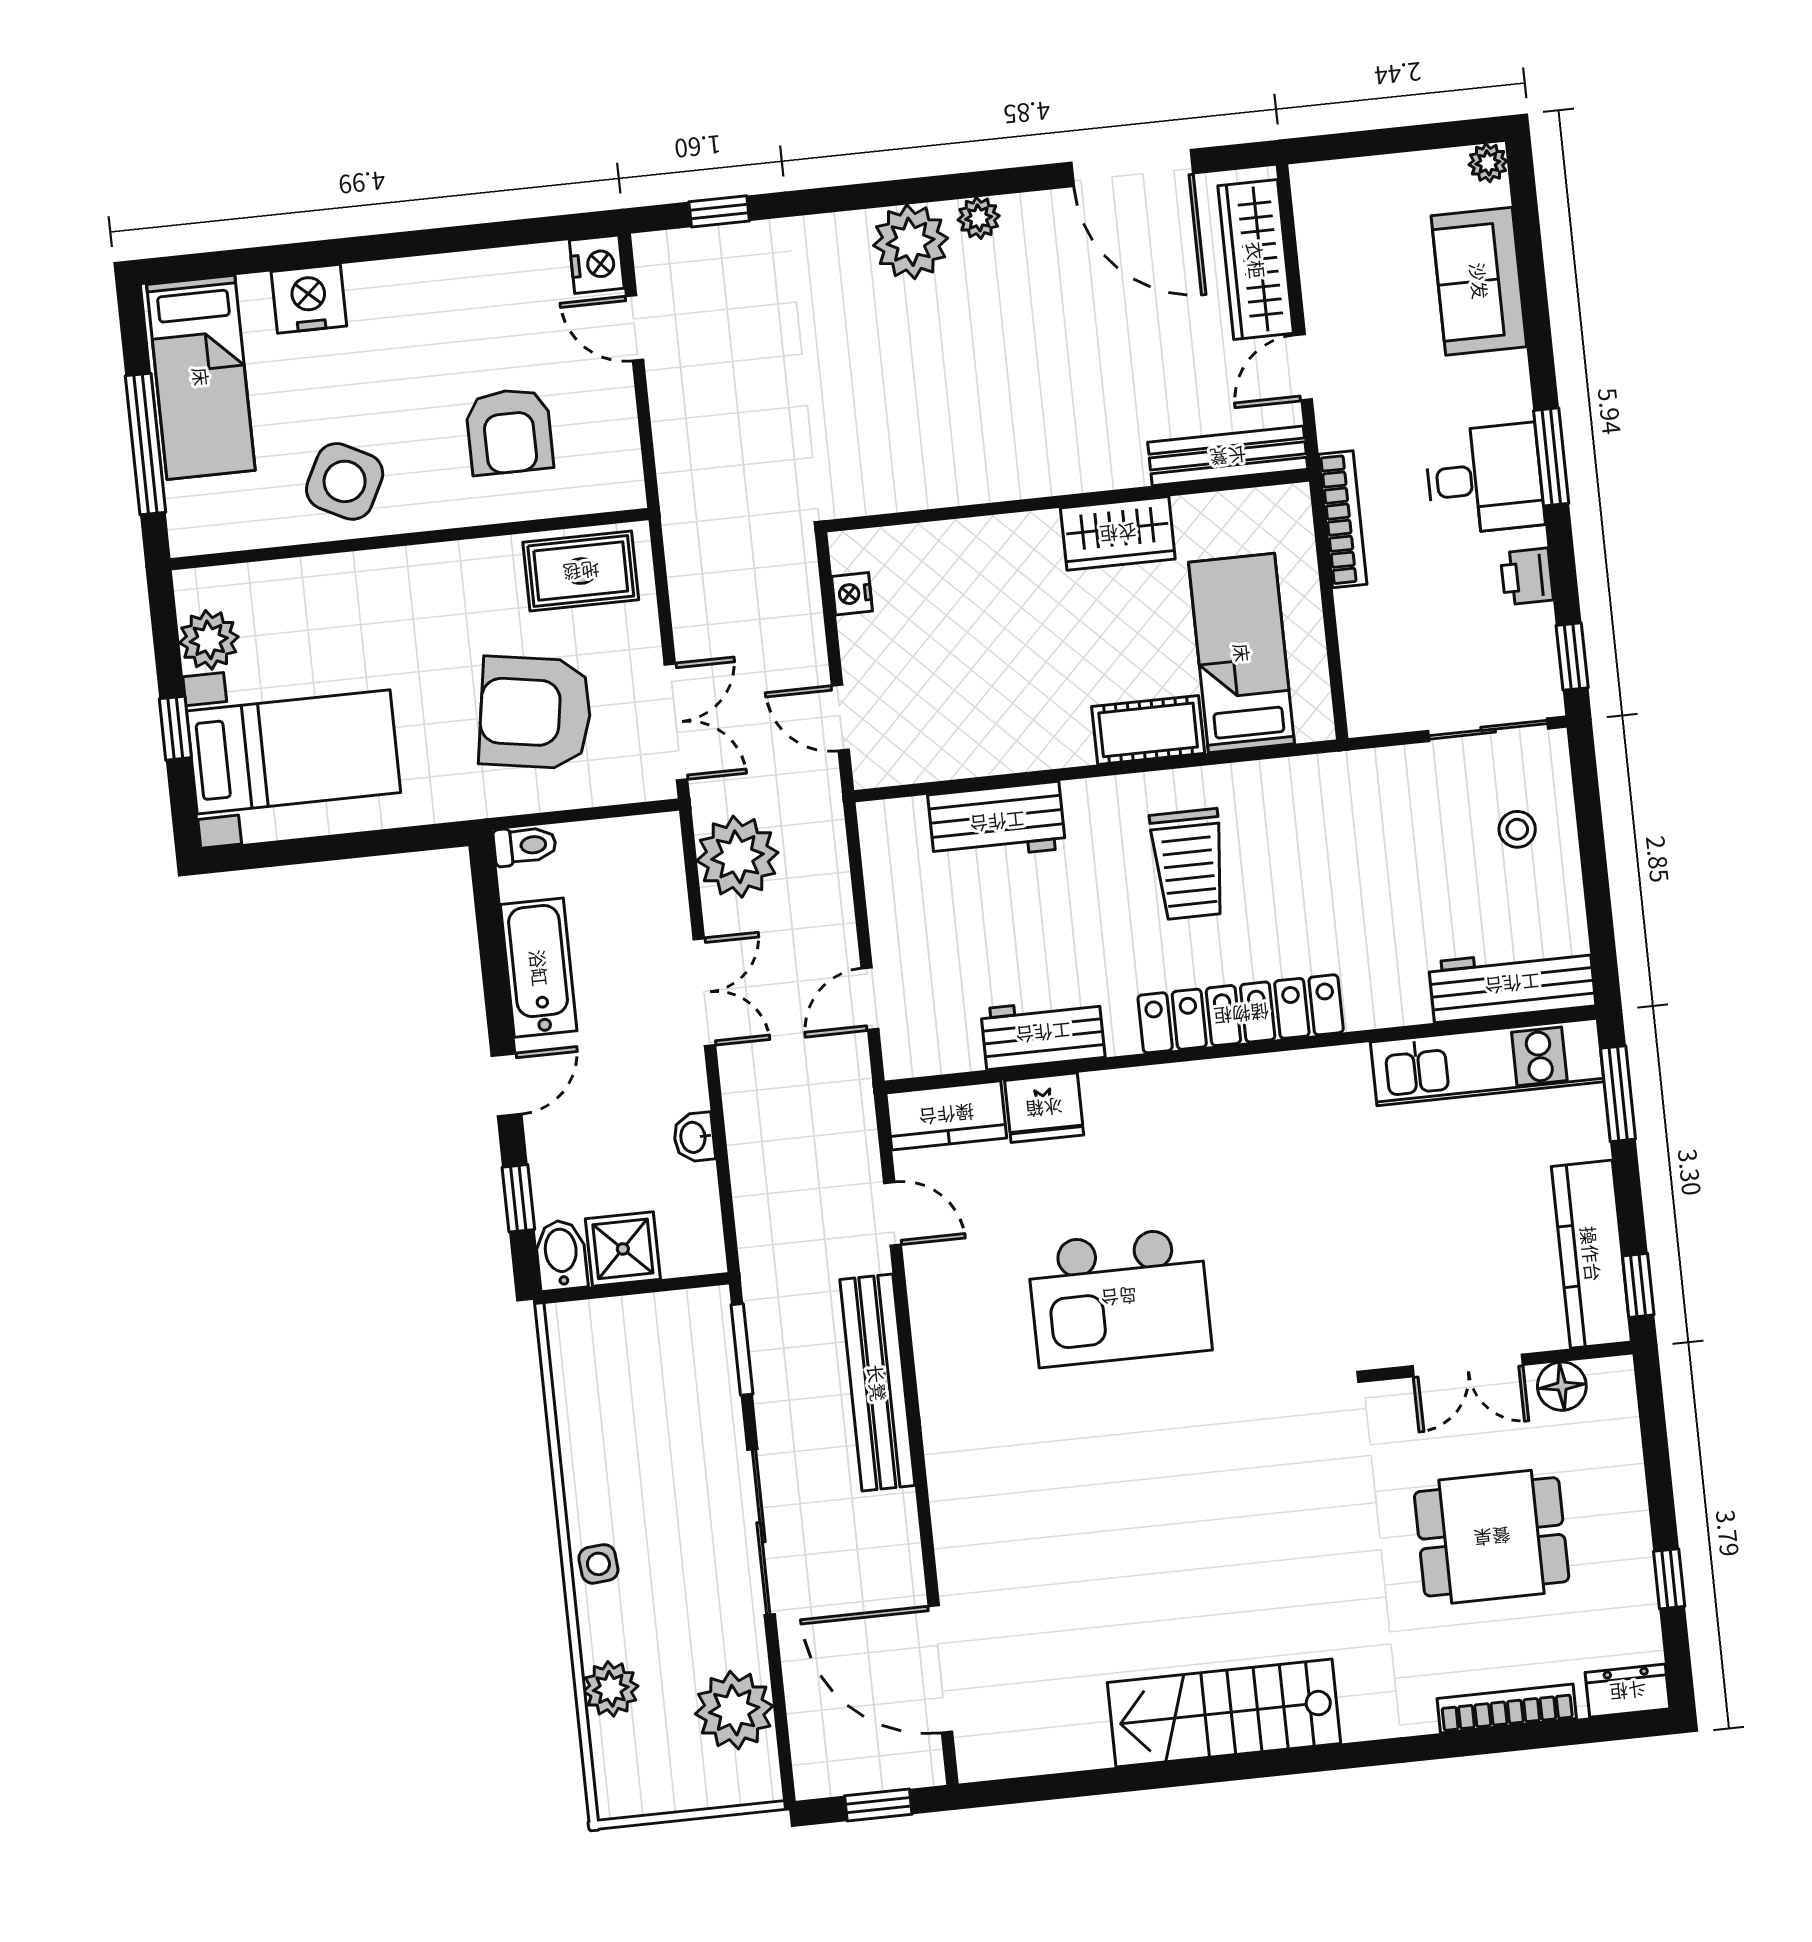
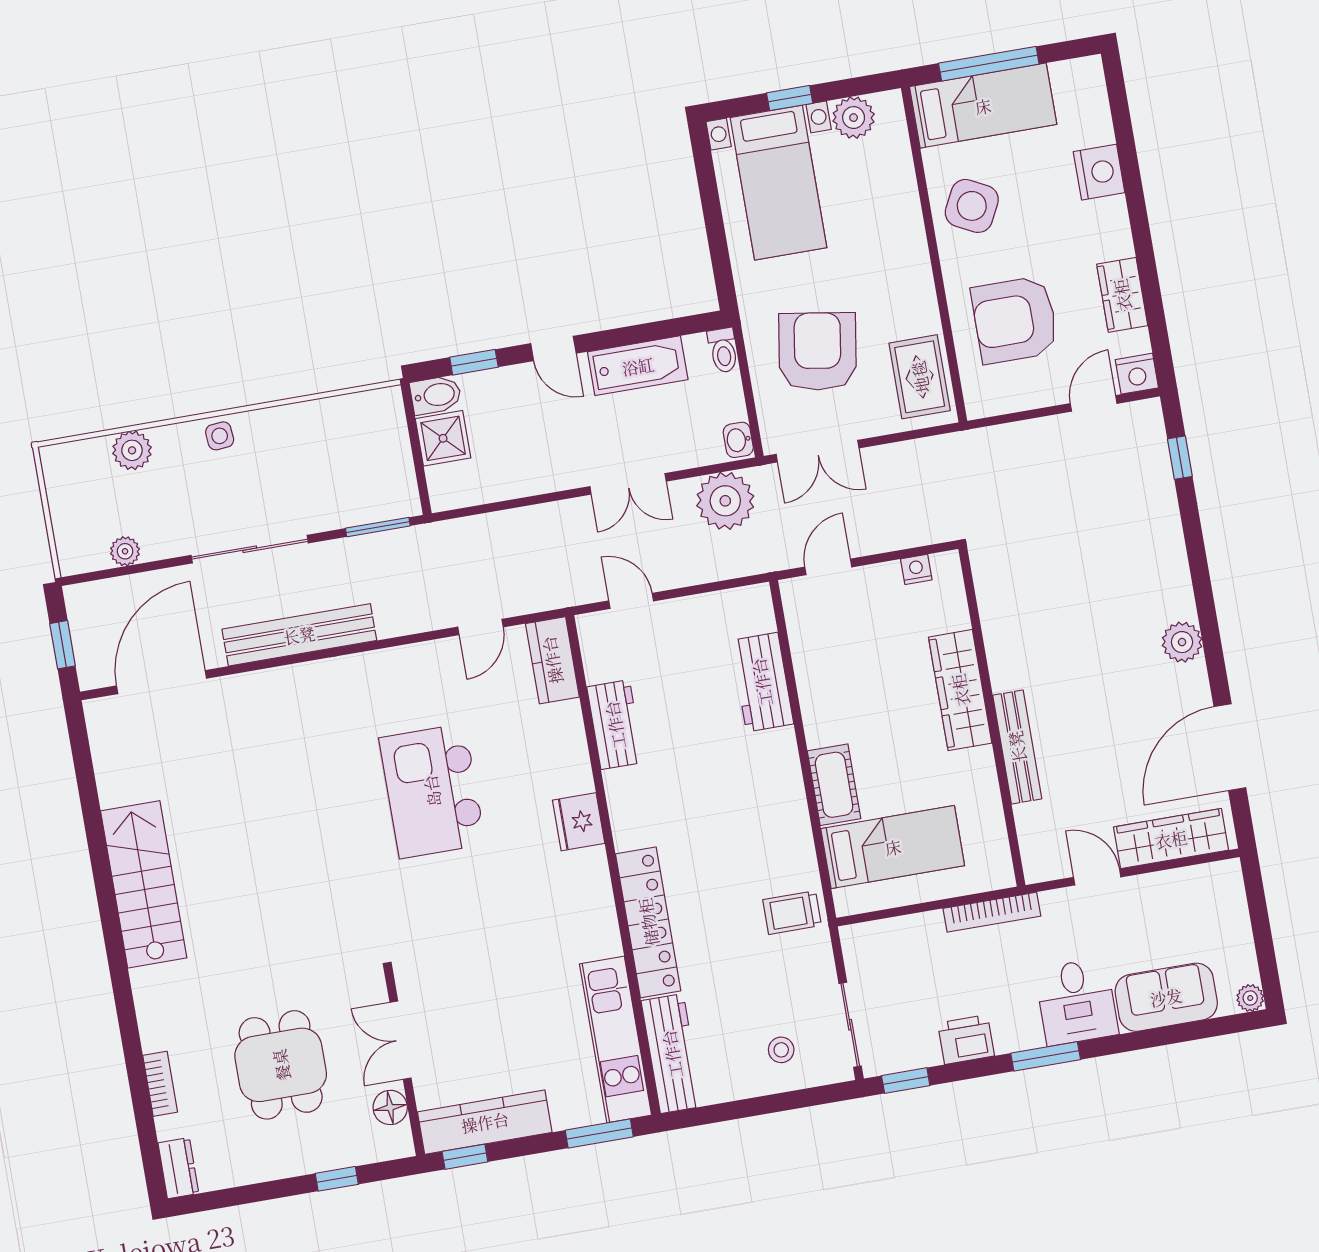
plant: (979, 218) -> (1182, 642), width x1.38, depth x1.38
plant: (911, 242) -> (1167, 594), removed
wardrobe: (484, 277) -> (1122, 295), added
bed: (201, 377) -> (983, 106), moved, turned 180
armchair: (509, 431) -> (1015, 320), width x1.36, depth x1.36
bench: (1228, 456) -> (1017, 747), moved
desk: (1484, 479) -> (1077, 1002), moved
wardrobe: (1118, 533) -> (960, 690), moved, width x1.50
printer: (1527, 576) -> (966, 1040), width x1.36, depth x1.24
trolley: (1189, 864) -> (792, 913), moved, width x0.73, depth x0.72
locker: (1241, 1014) -> (648, 922), moved
fridge: (1044, 1108) -> (579, 822), moved
washbasin: (694, 1137) -> (738, 440), moved, turned -90
bench: (877, 1383) -> (299, 635), moved
window: (1669, 1579) -> (337, 1179), moved
bookcase: (1507, 1709) -> (160, 1084), width x0.64
plant: (734, 1710) -> (125, 551), width x0.53, depth x0.53

